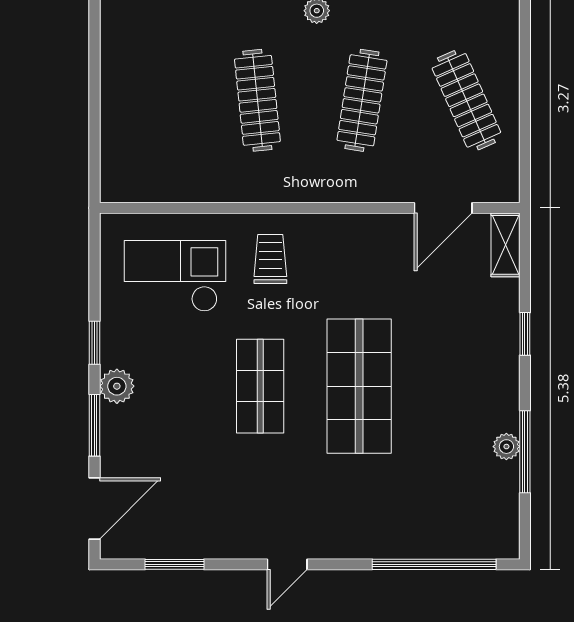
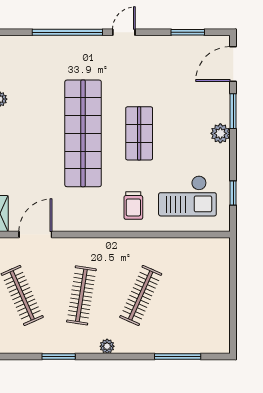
clothes rail: (257, 100) -> (141, 295), turned 30
window: (94, 343) -> (233, 193), moved
shop shelf: (359, 386) -> (83, 133), width x1.40
window: (434, 564) -> (67, 32), moved

